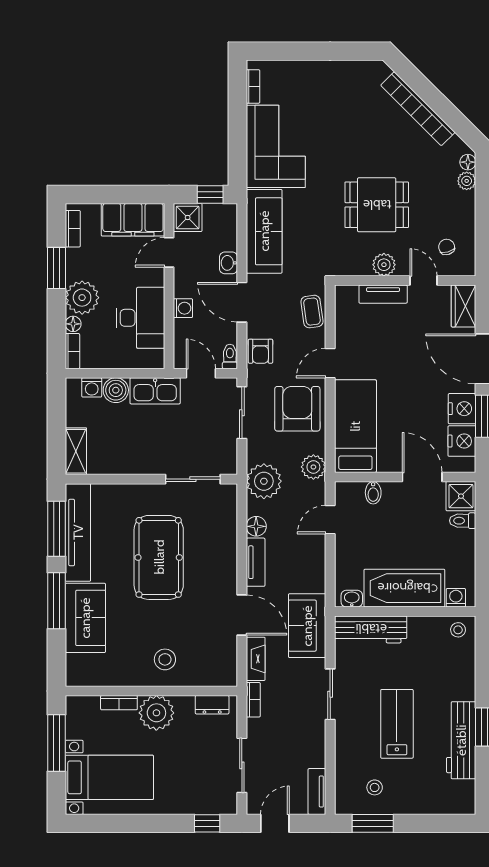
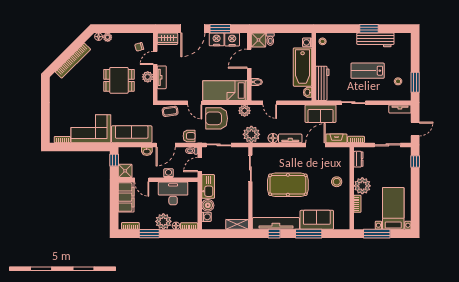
dining table: (377, 205) -> (119, 80), turned 90
window: (57, 529) -> (274, 234), width x0.46
door: (275, 823) -> (415, 129), swing flipped

